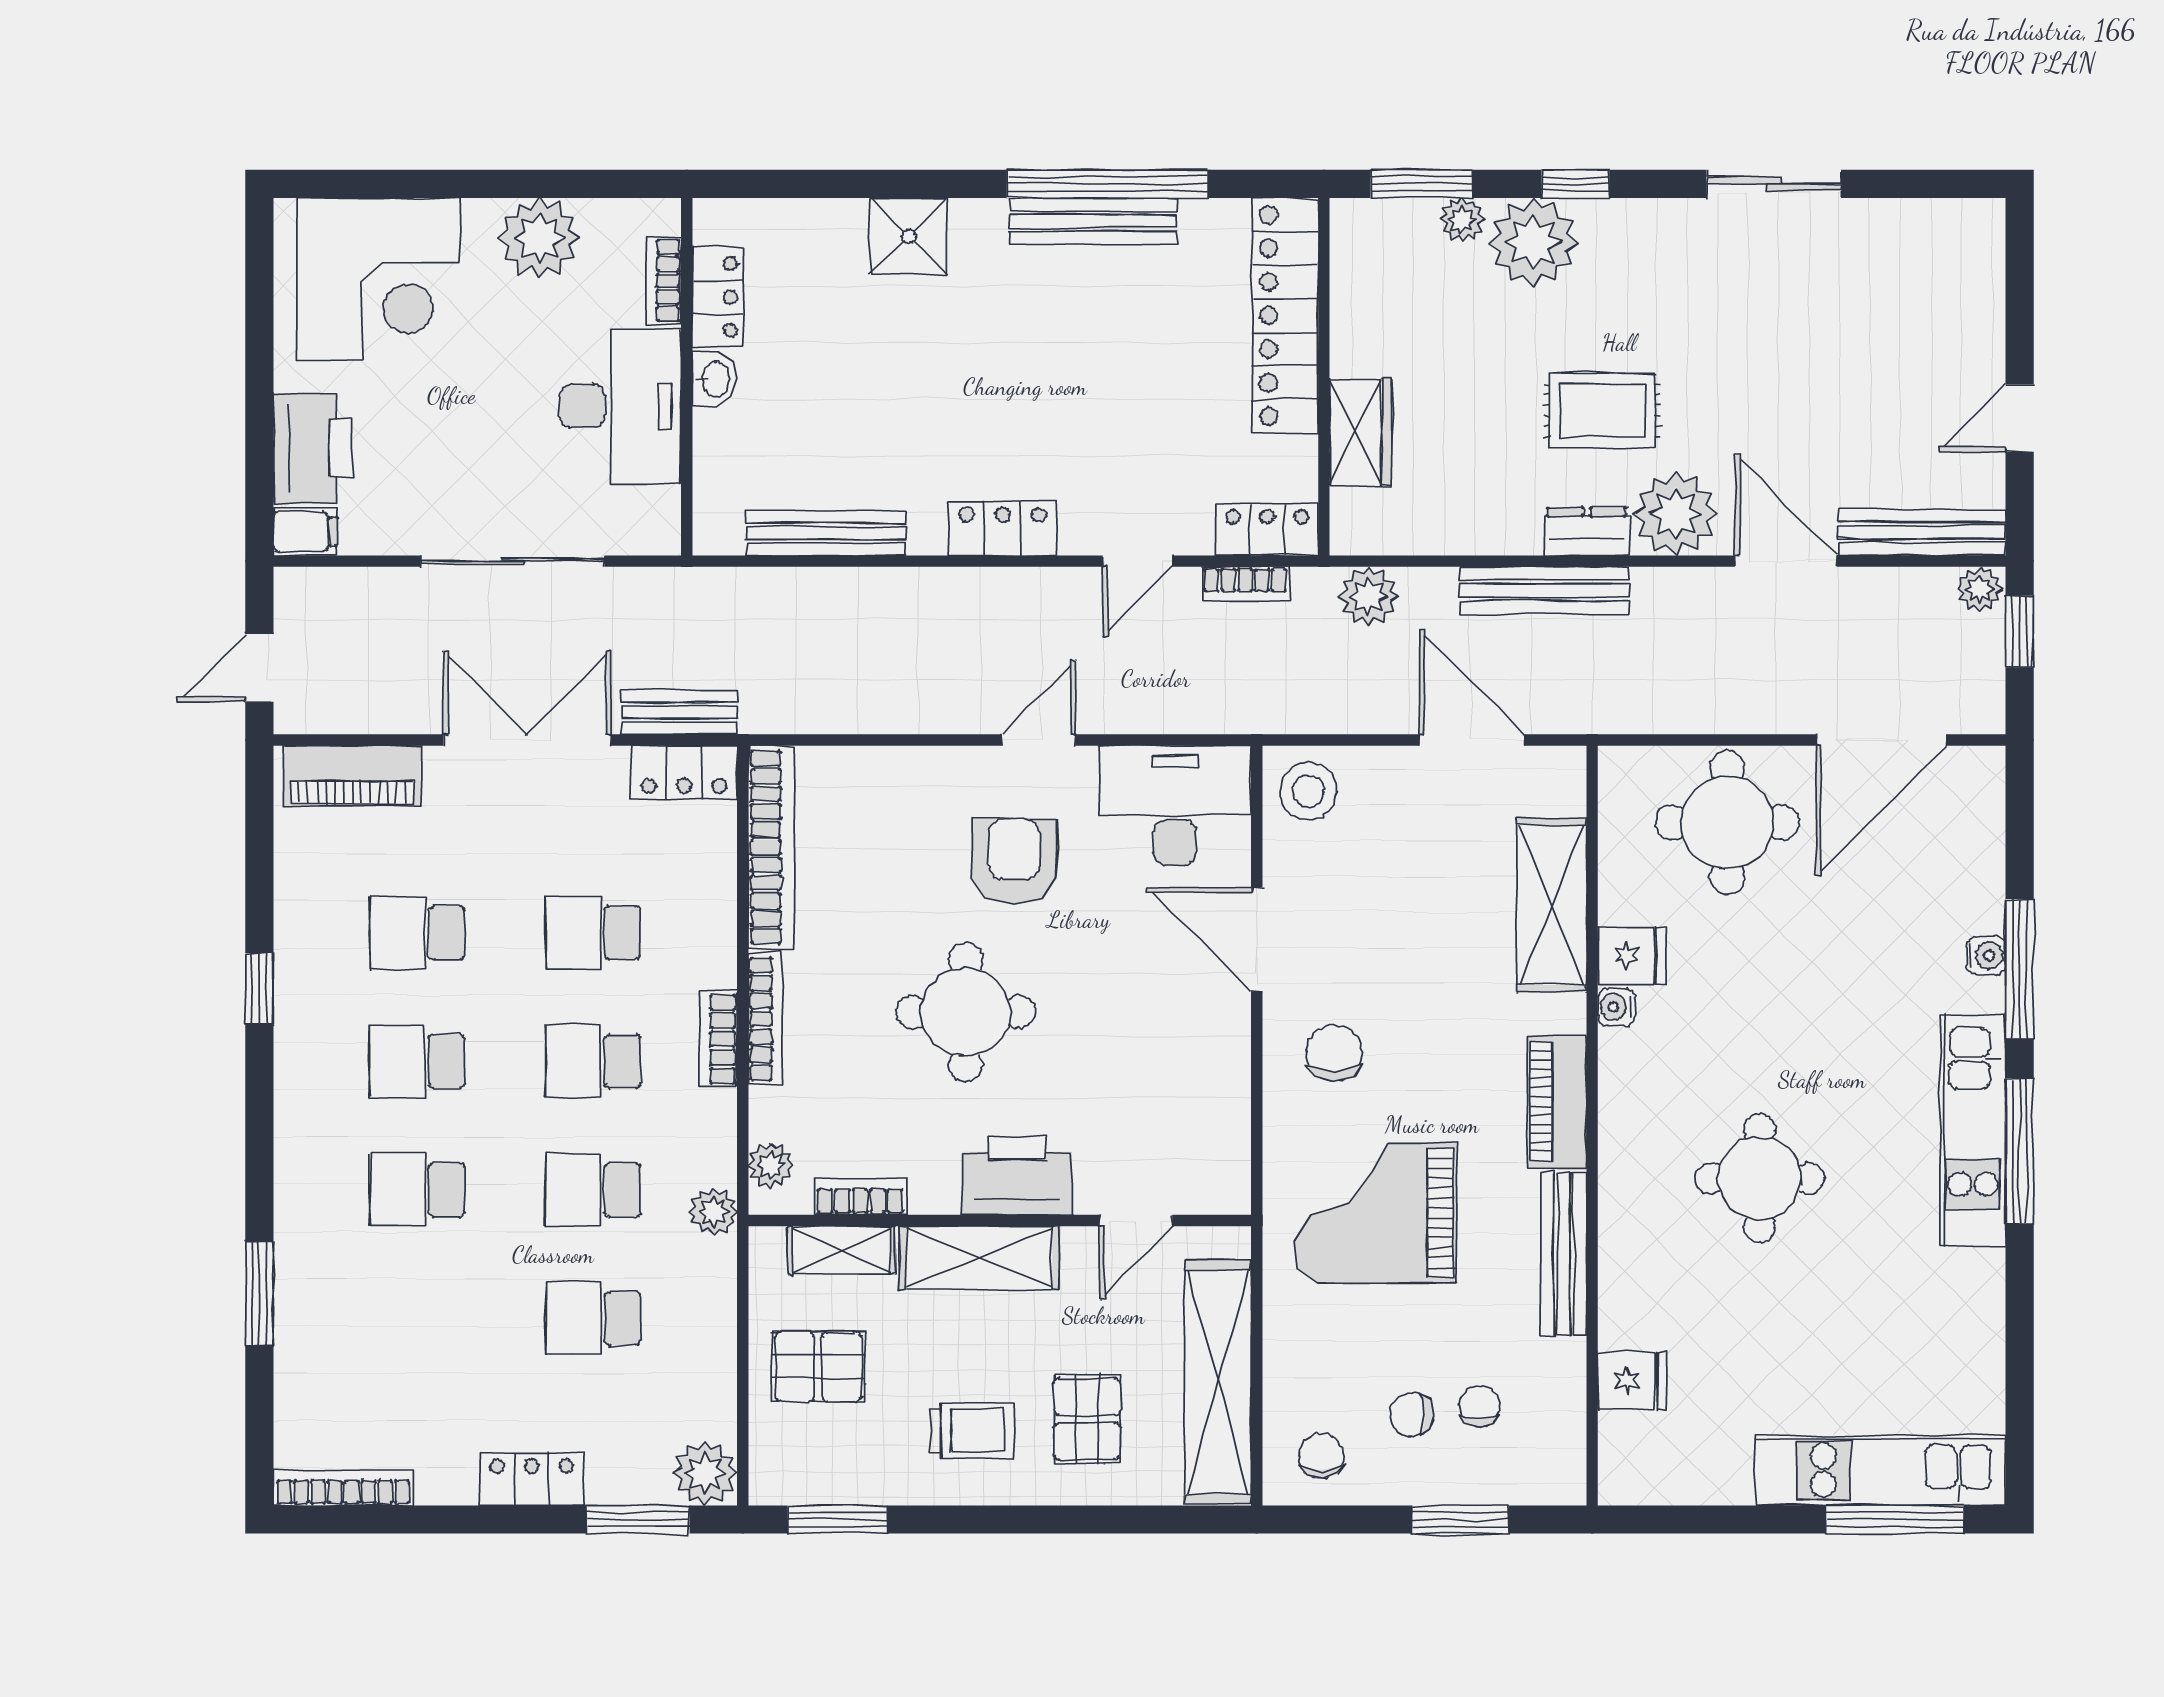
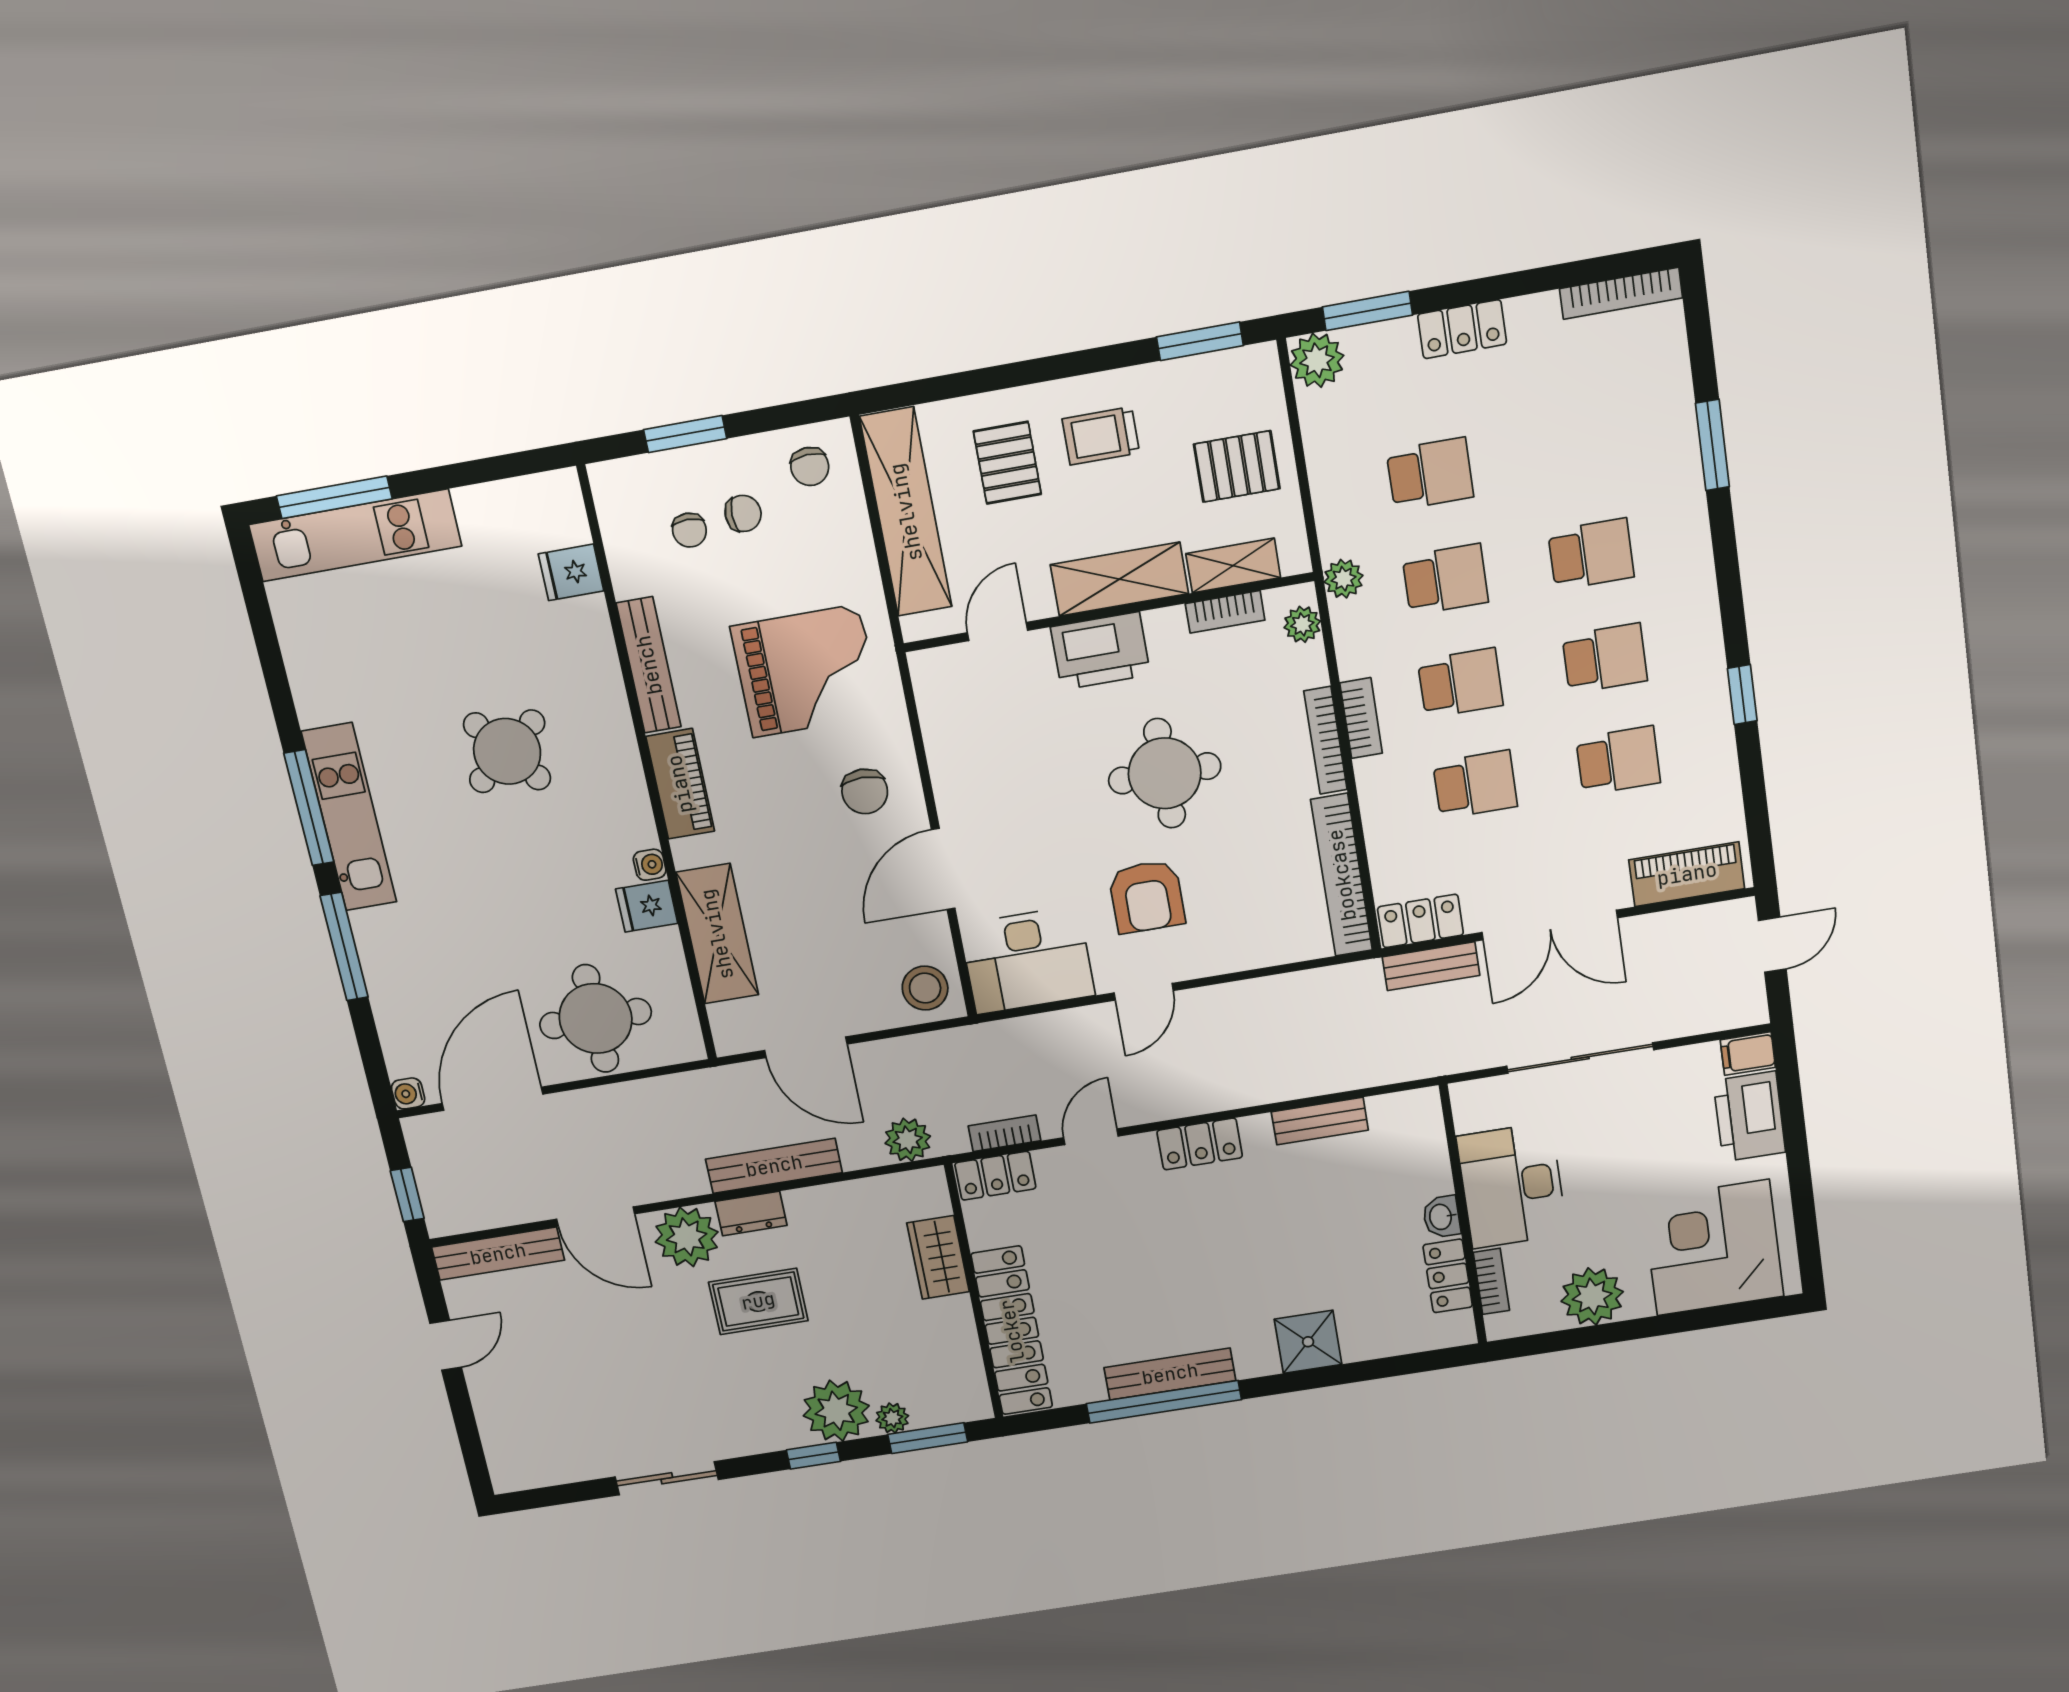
bench: (826, 533) -> (1320, 1121), width x0.73
plant: (1980, 589) -> (445, 1220), removed
door: (1257, 939) -> (943, 869), swing flipped
water cooler: (1986, 955) -> (408, 1093), moved
round table: (1759, 1178) -> (507, 751), turned -38

